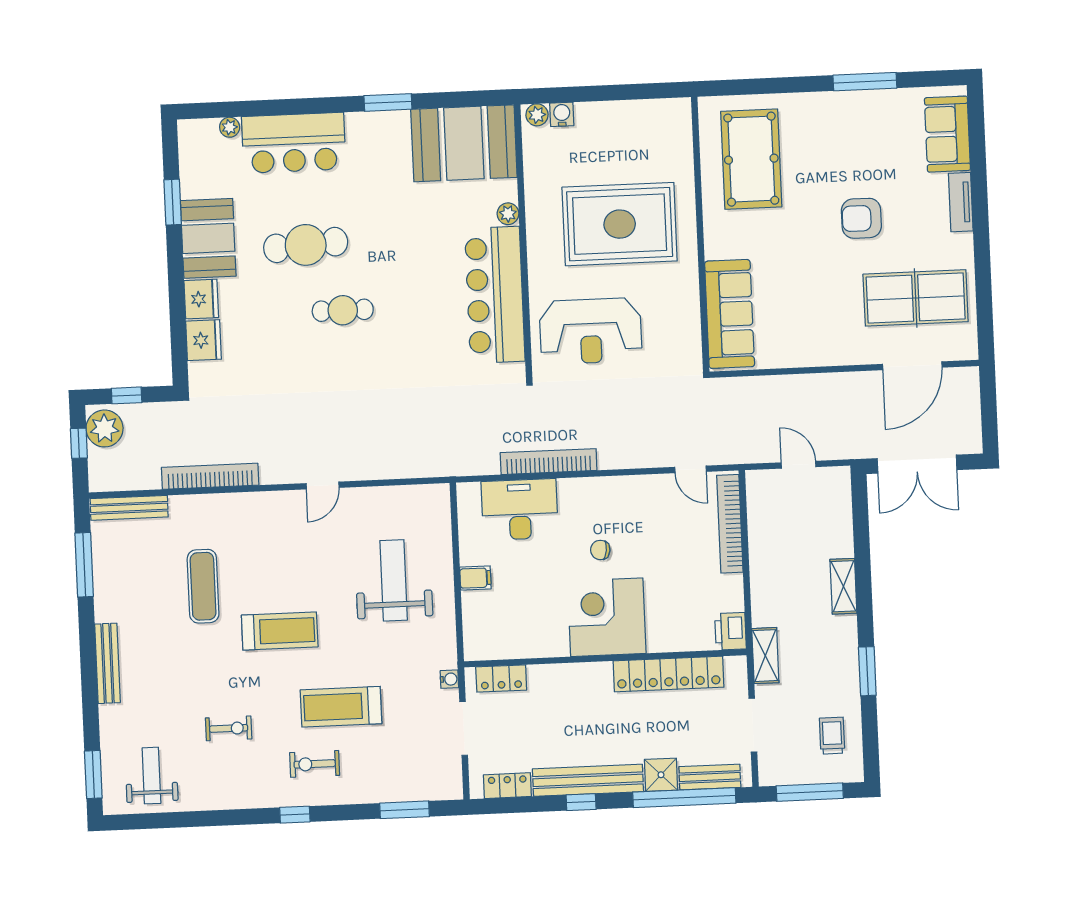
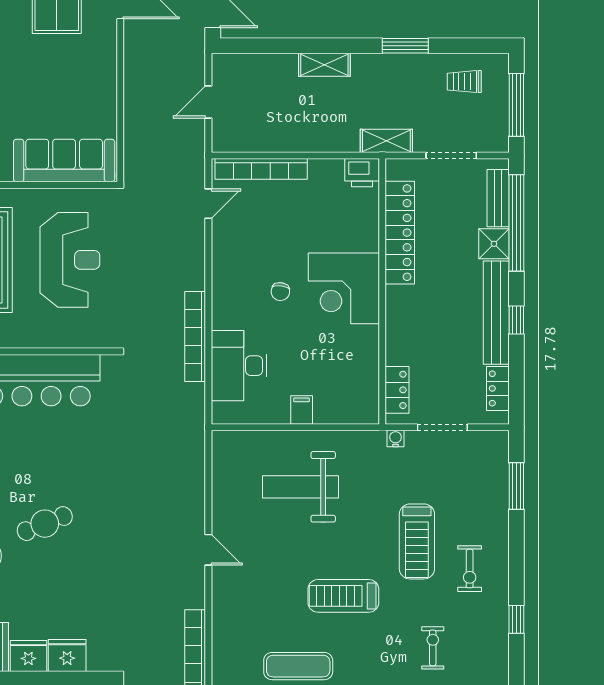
cafe table: (343, 310) -> (45, 524), turned 68
reception desk: (591, 331) -> (70, 260), moved
treadmill: (280, 631) -> (343, 596), turned -90
window: (295, 815) -> (516, 619), moved

